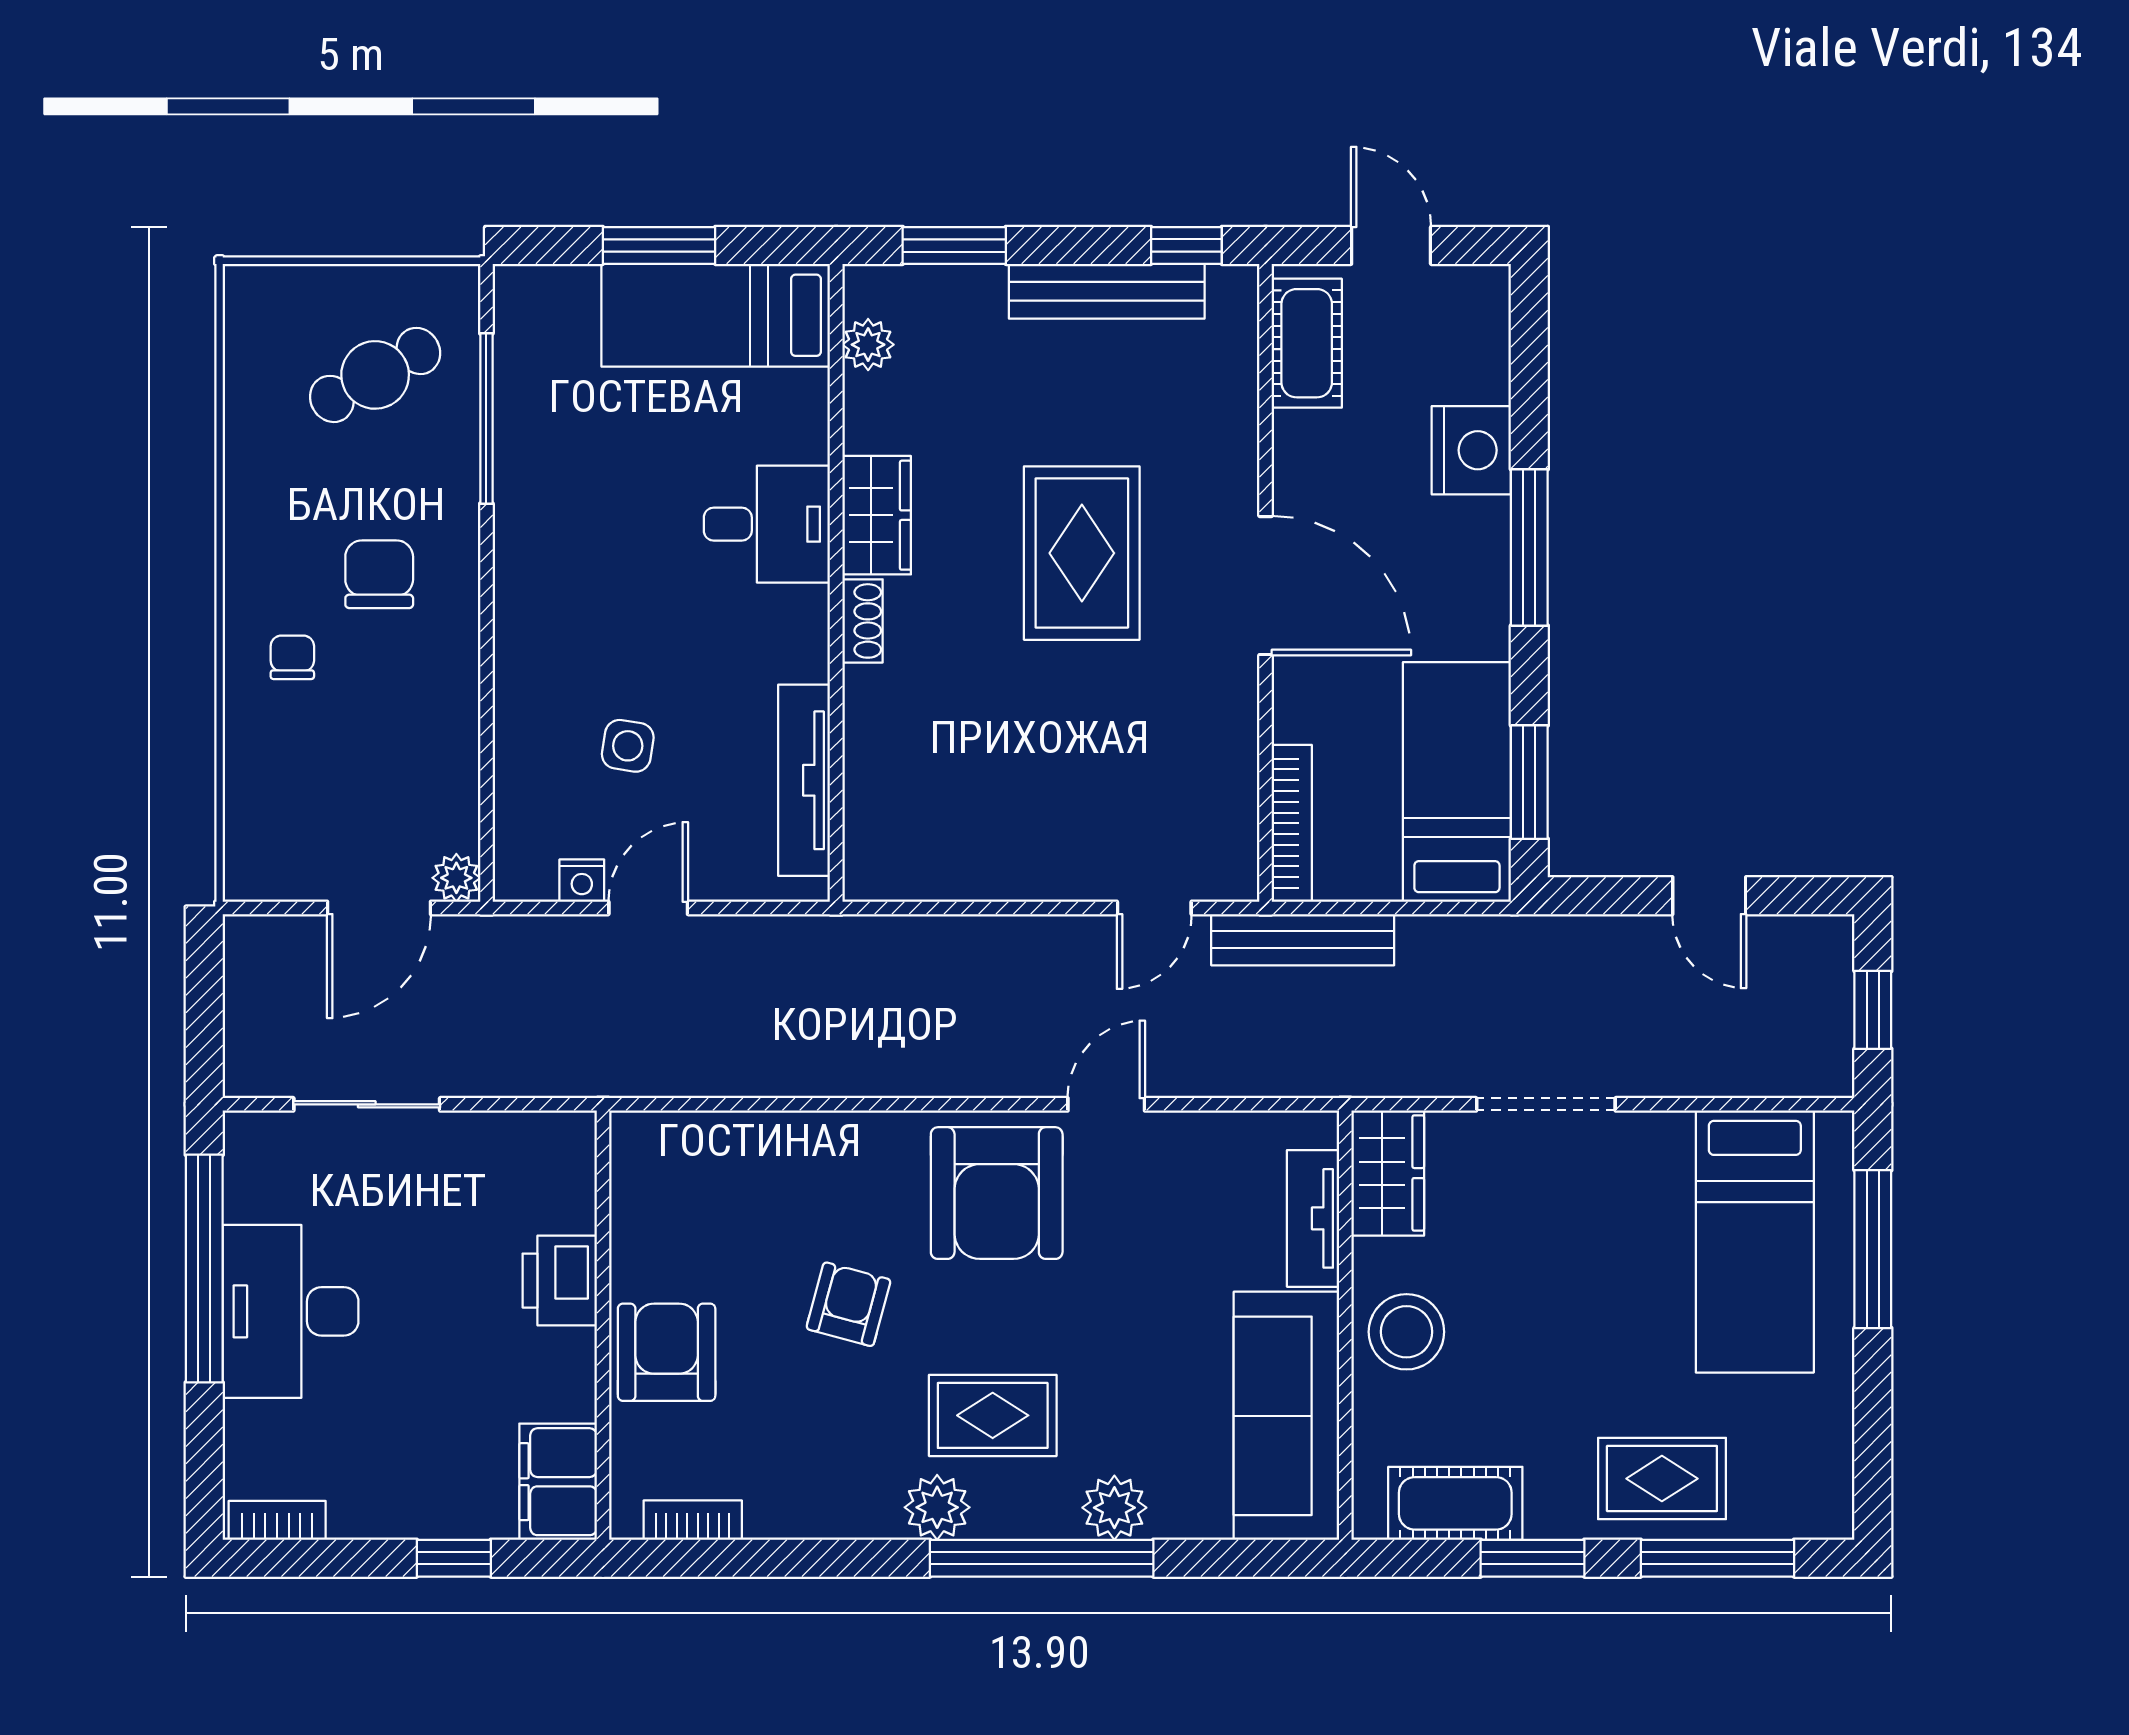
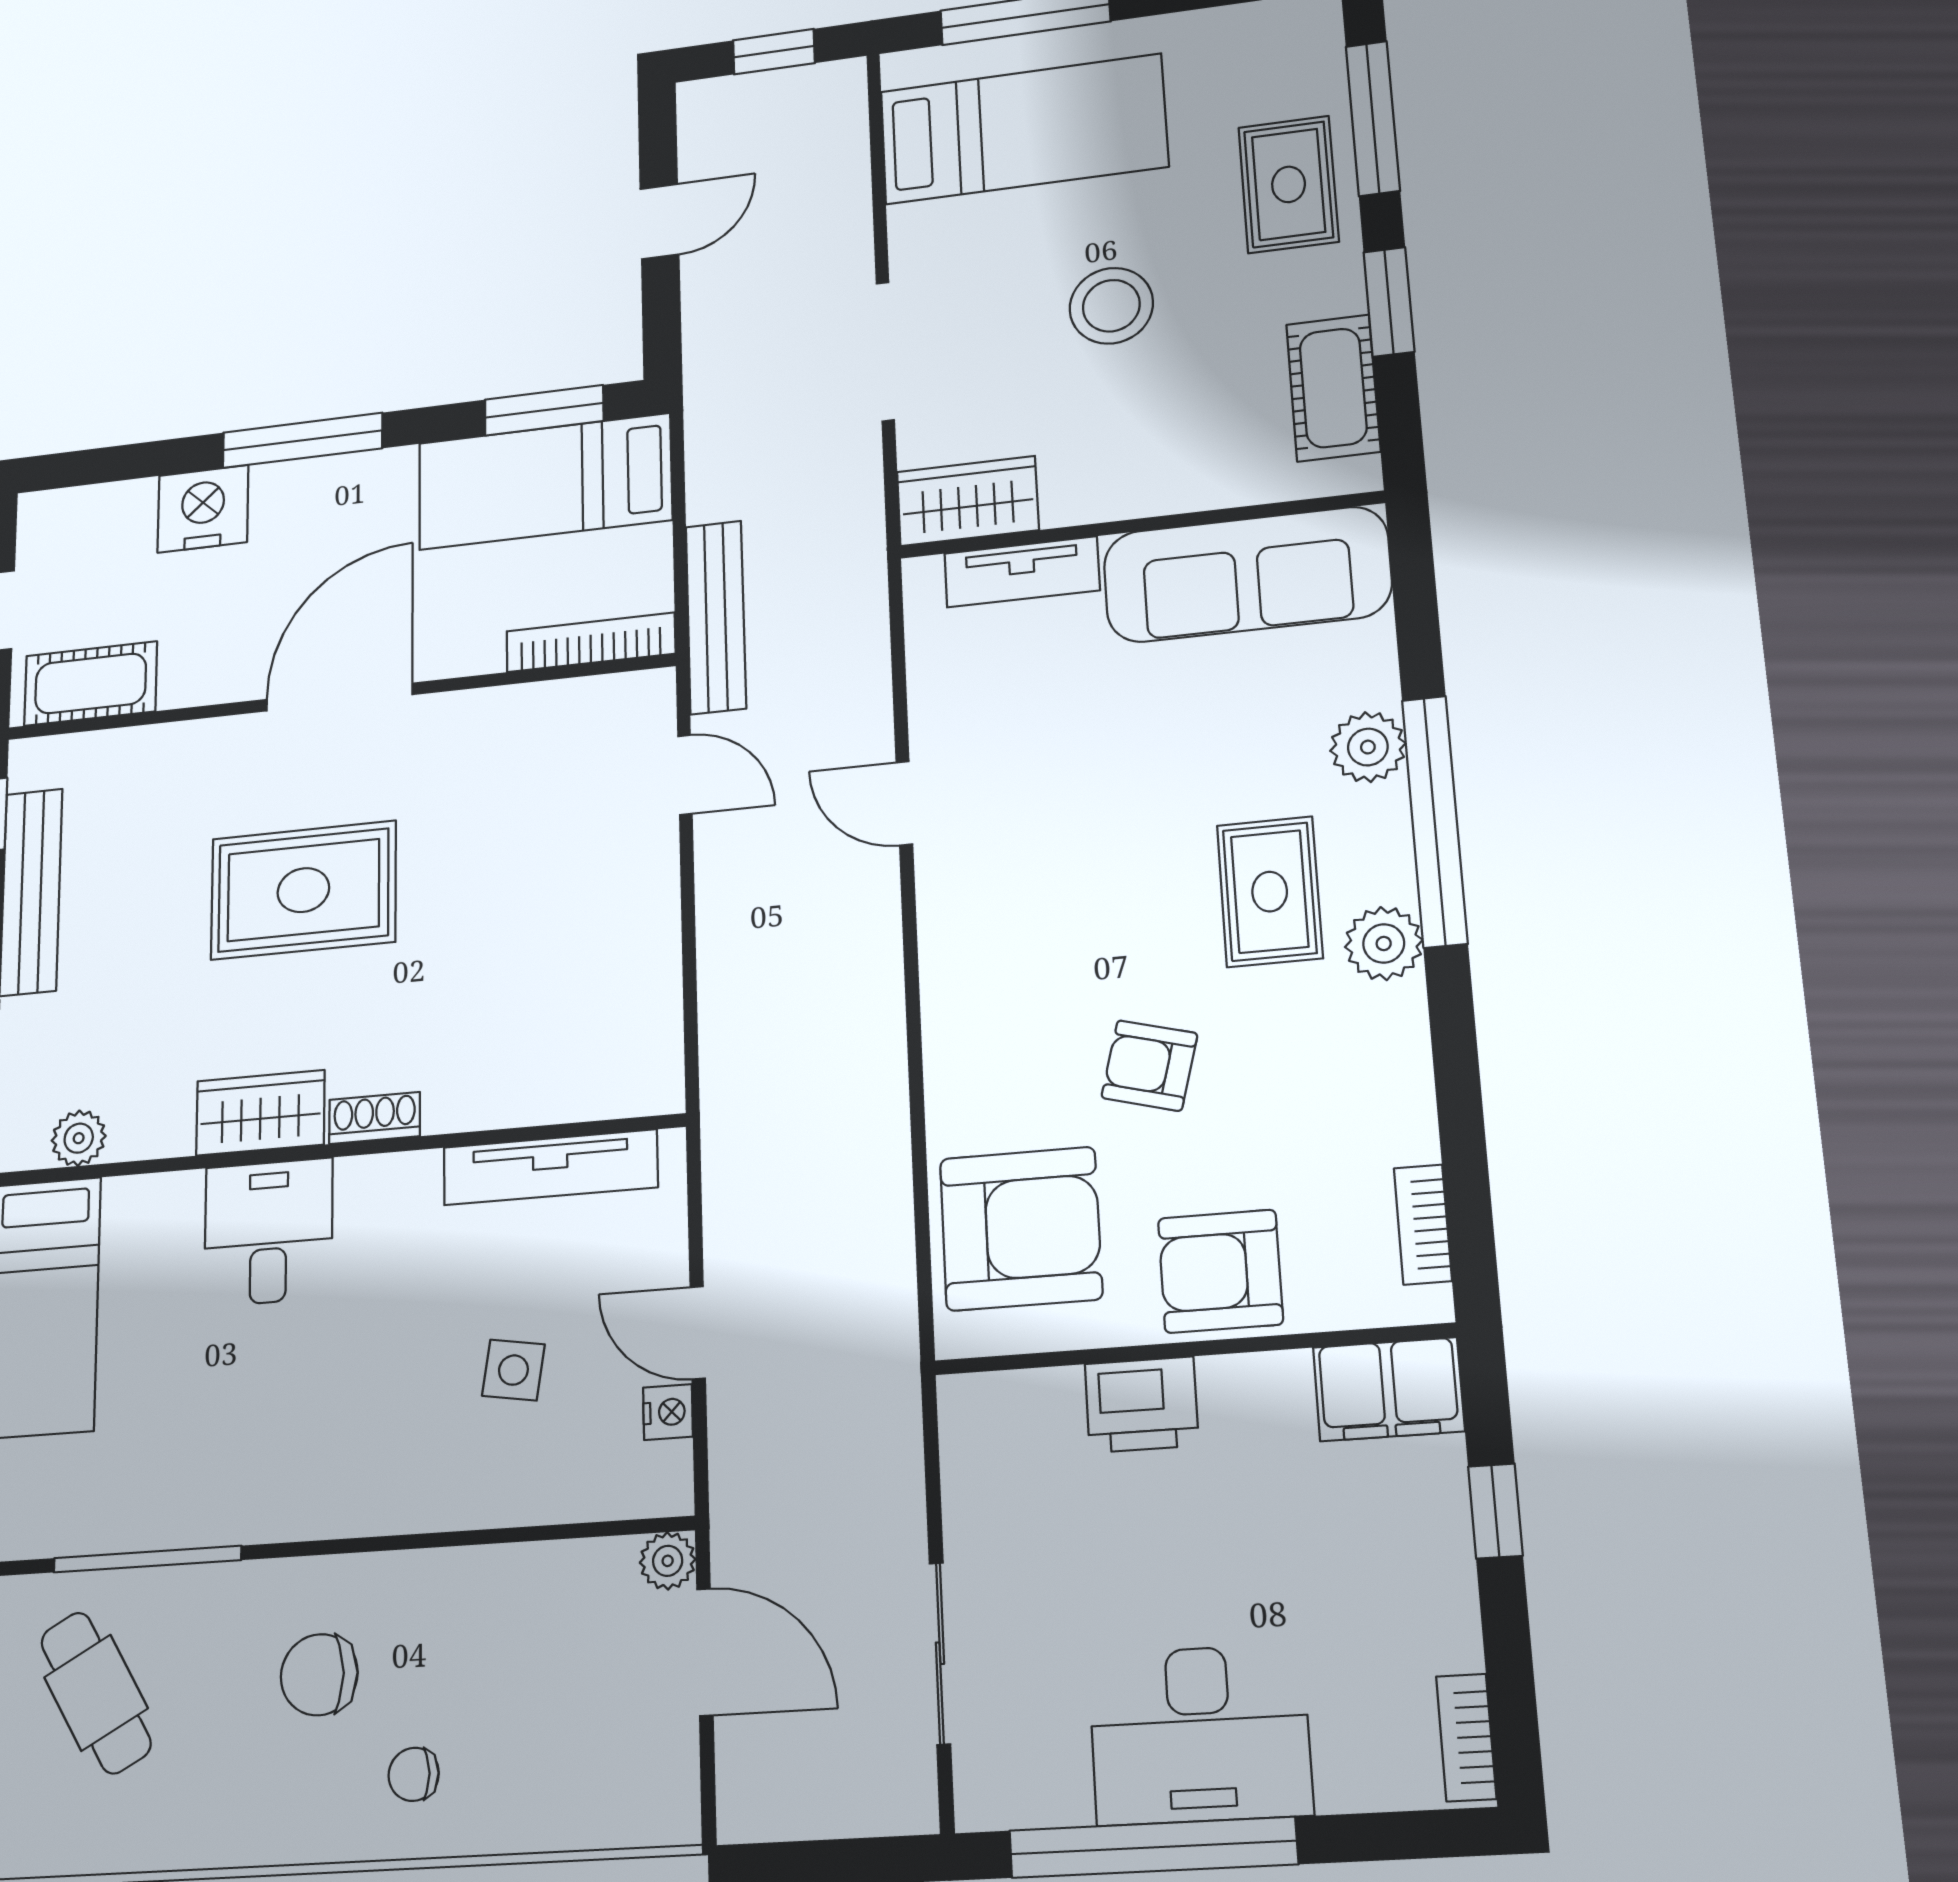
armchair: (997, 1193) -> (1021, 1229), moved
stool: (1406, 1332) -> (1111, 306), moved

